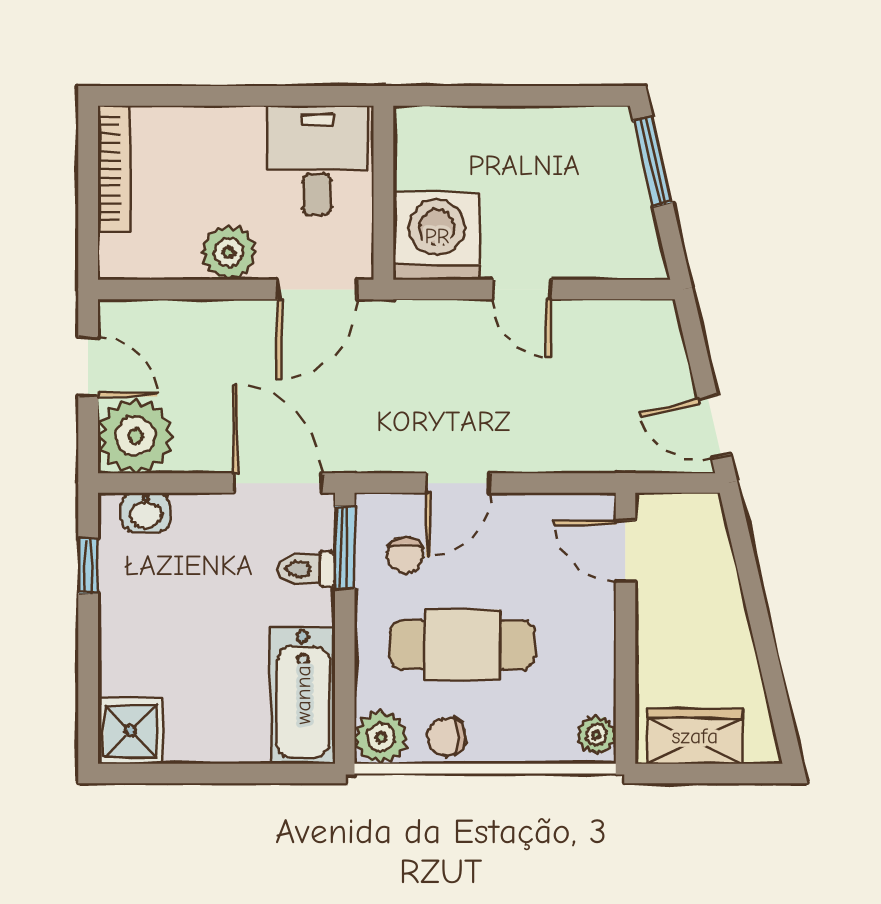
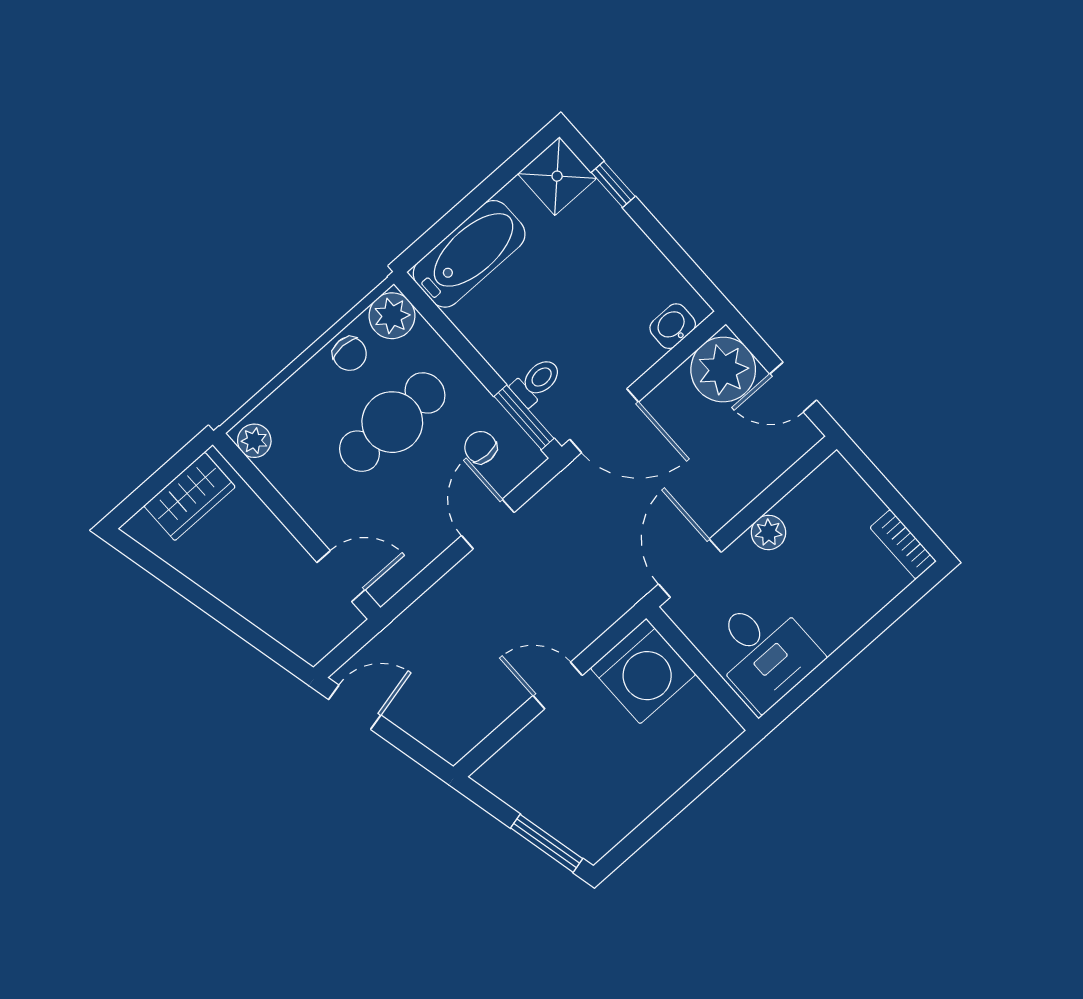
bookcase: (114, 169) -> (903, 544), width x0.64
plant: (229, 252) -> (768, 532), width x0.73, depth x0.73
window: (88, 566) -> (613, 184), moved
bathtub: (303, 695) -> (469, 254), moved, turned 90
chair: (447, 737) -> (350, 354), turned 90

